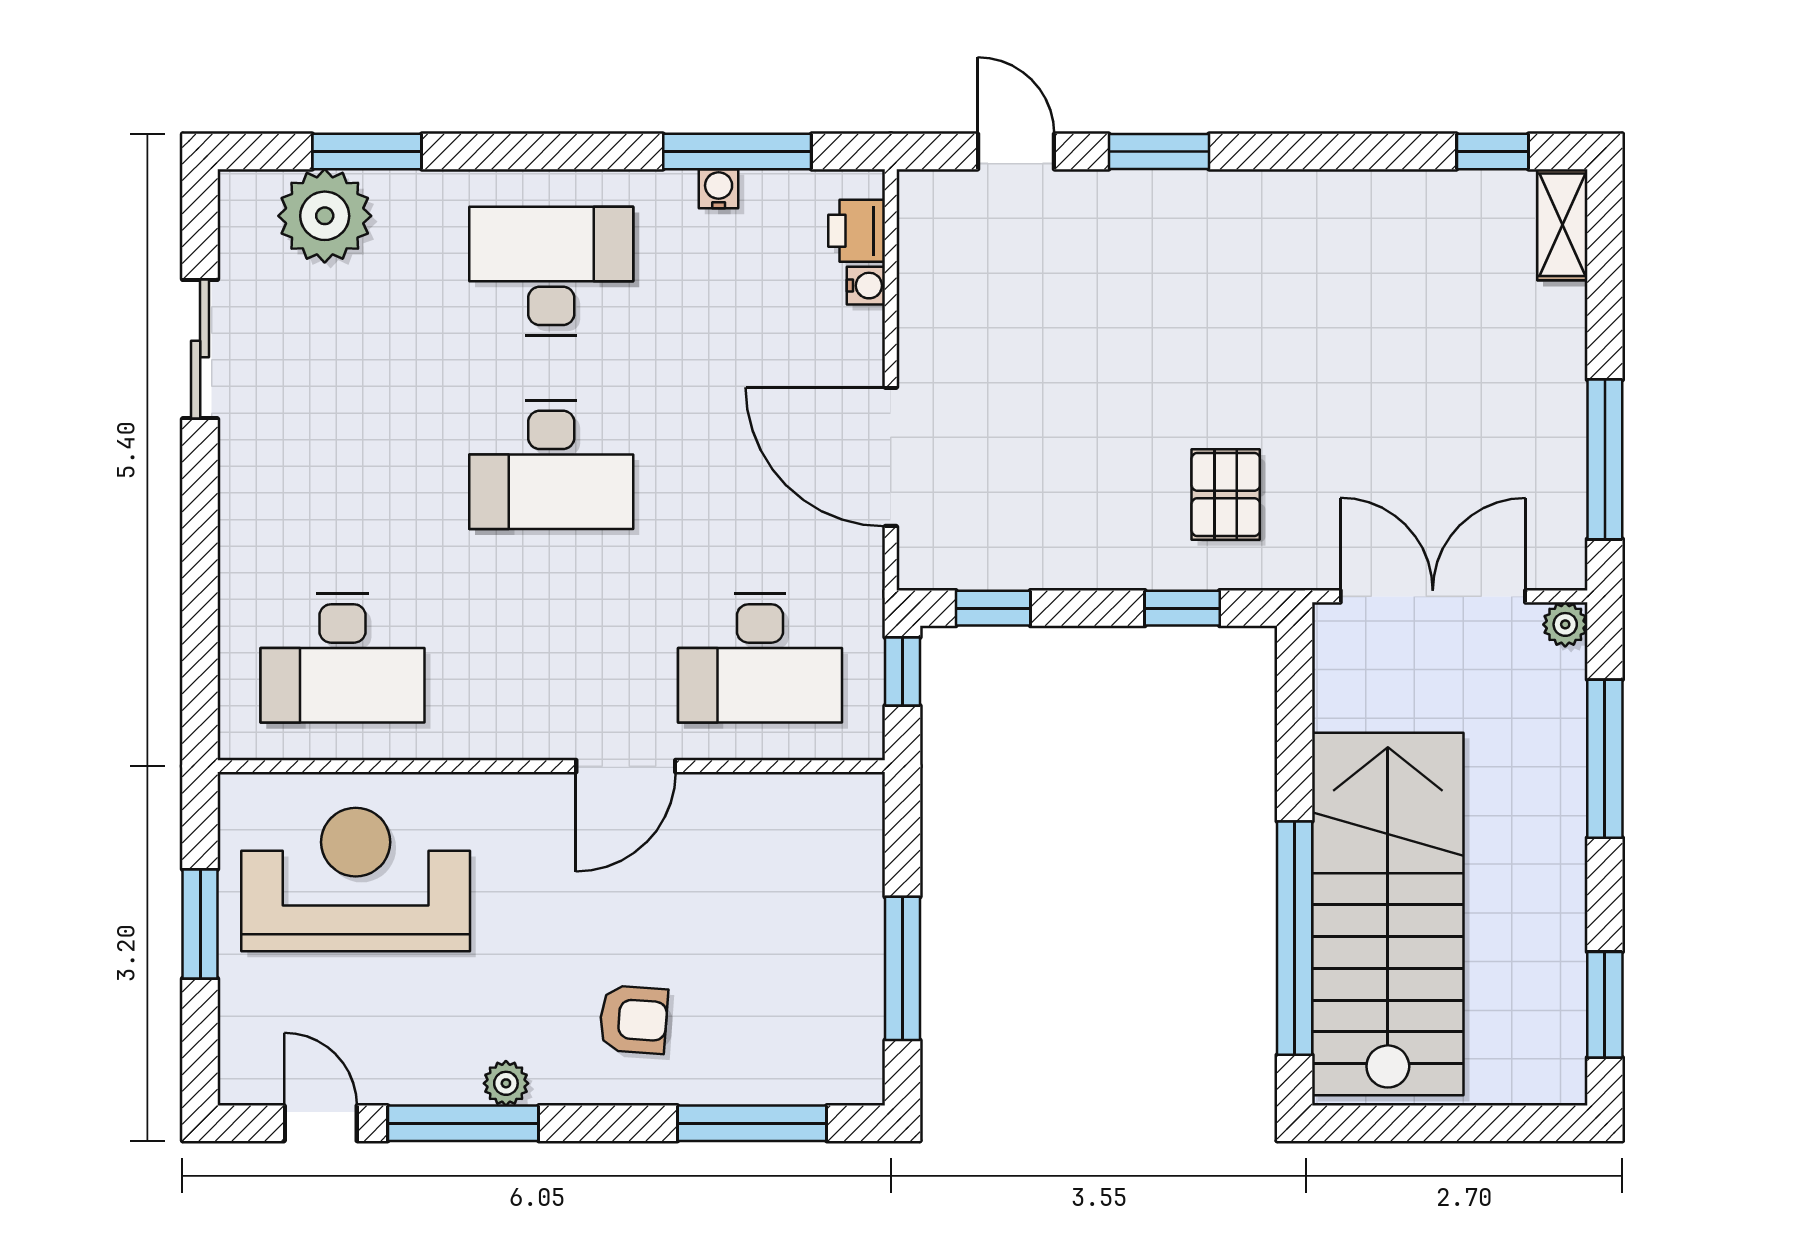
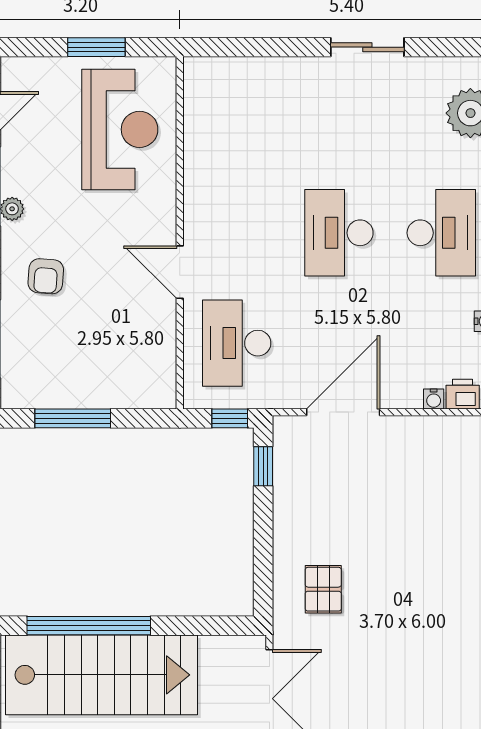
sliding door: (200, 349) -> (367, 47), moved
pallet: (1226, 494) -> (323, 589), turned 90
window: (1182, 608) -> (263, 566), removed
desk: (343, 658) -> (237, 122), removed

